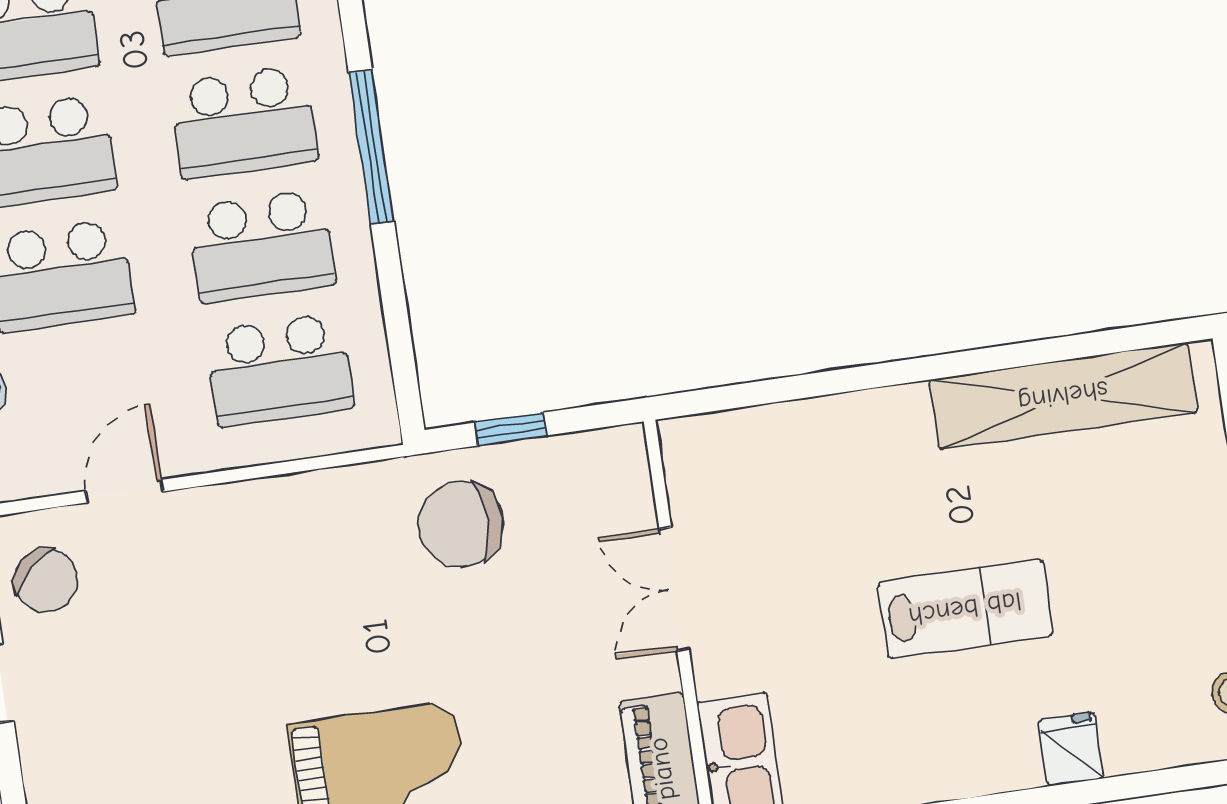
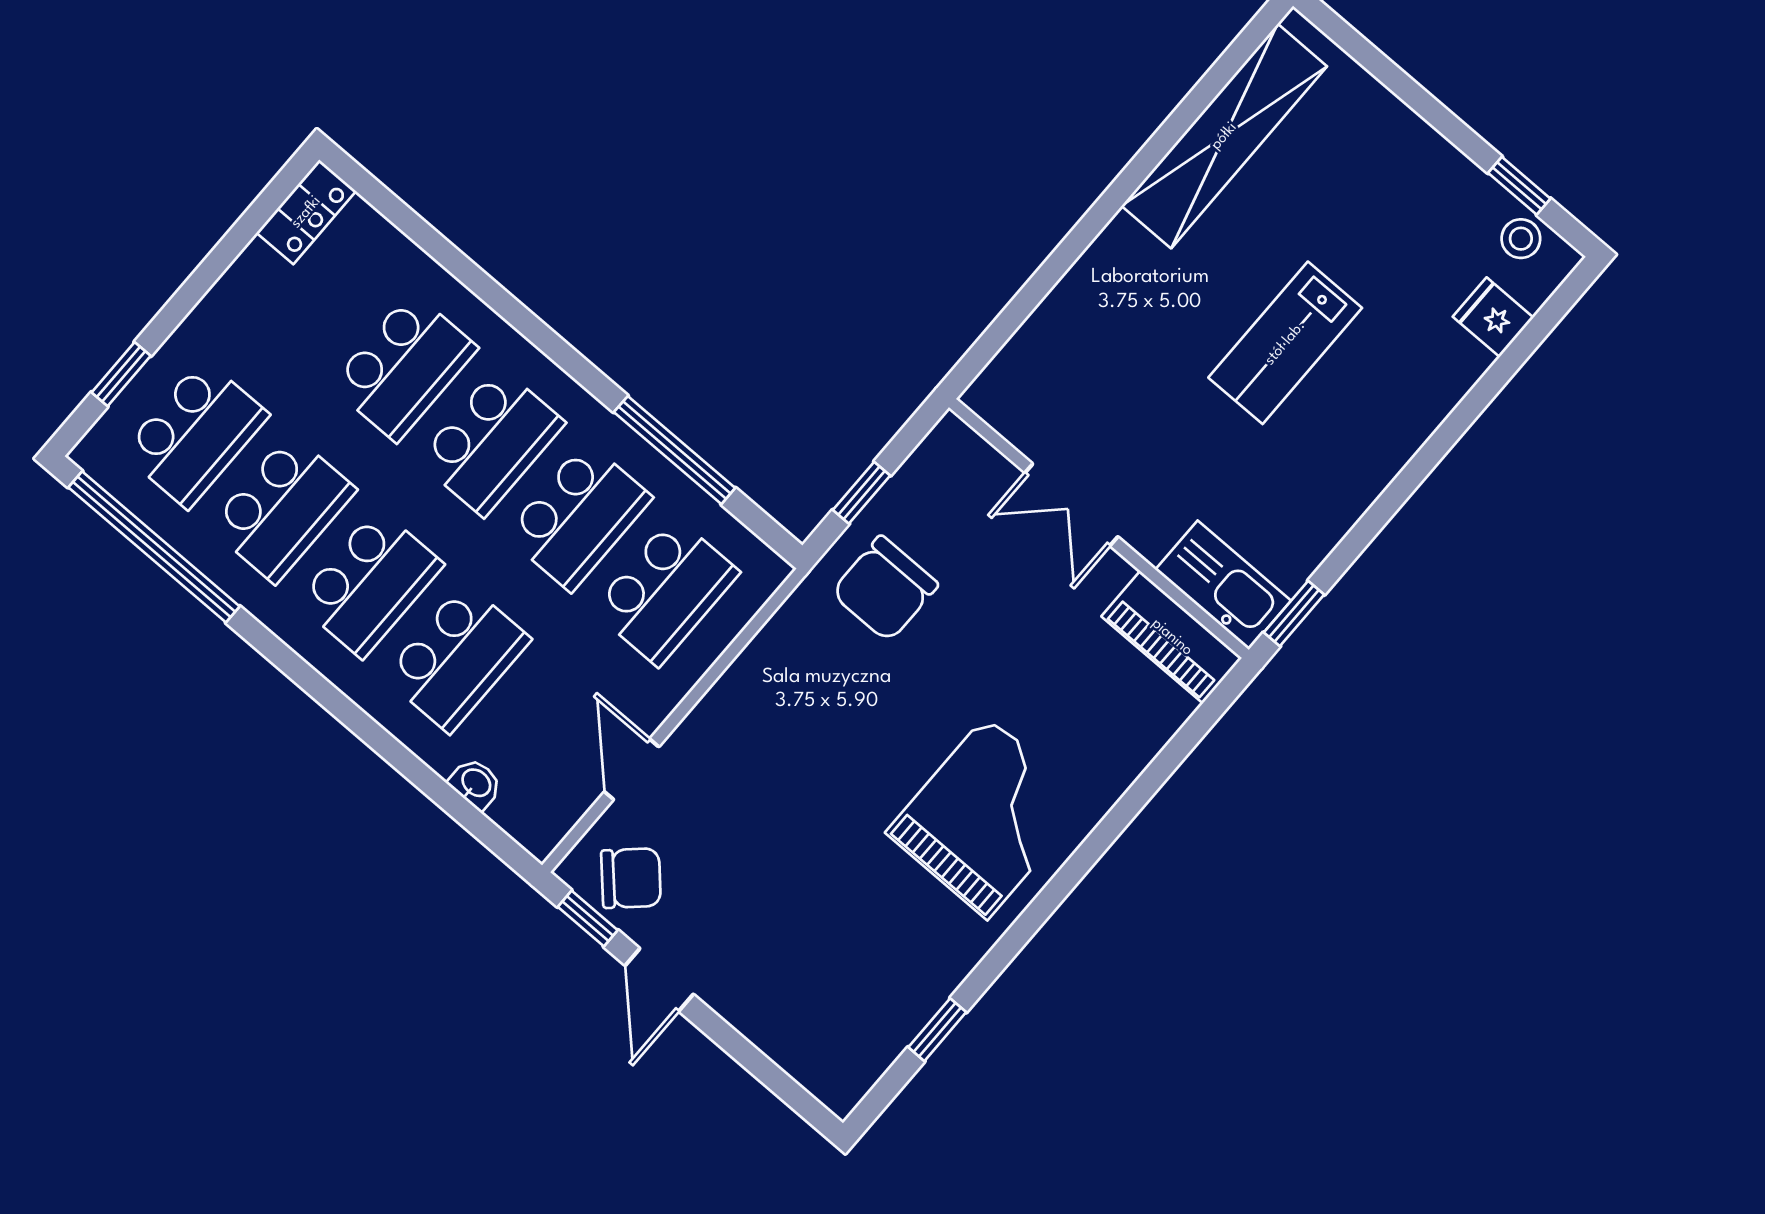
window: (371, 147) -> (675, 450), moved
lab bench: (965, 609) -> (1285, 343), turned 180
fridge: (1071, 749) -> (1493, 317), moved

